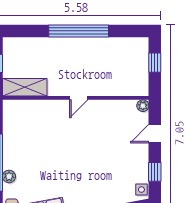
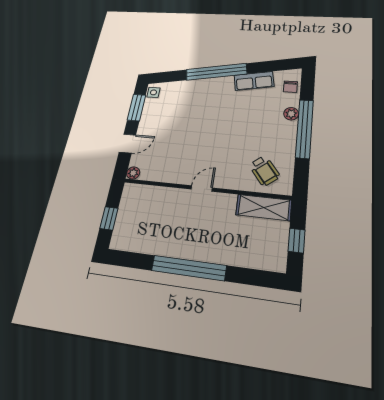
wheelchair: (27, 120) -> (264, 171), added
window: (155, 172) -> (136, 107), width x1.50

